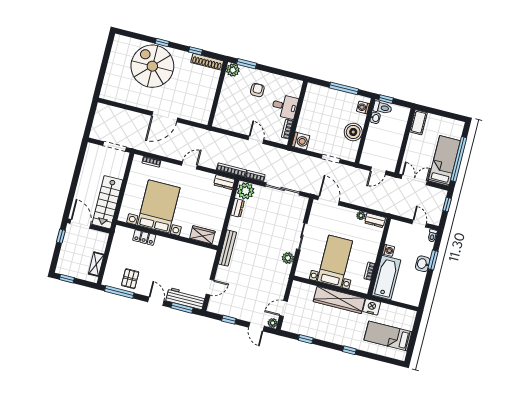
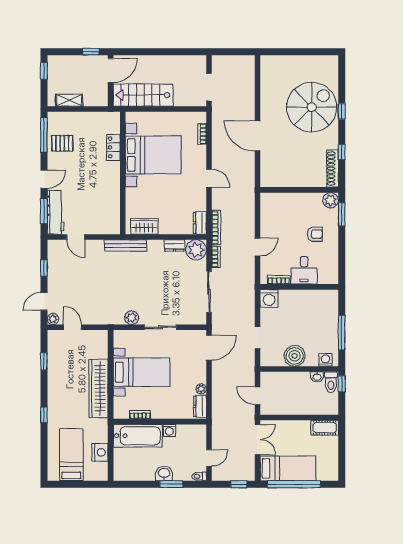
wardrobe: (202, 235) -> (144, 226), moved, turned -90
nightstand: (372, 307) -> (100, 452), moved

